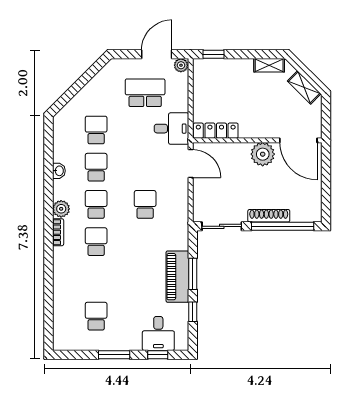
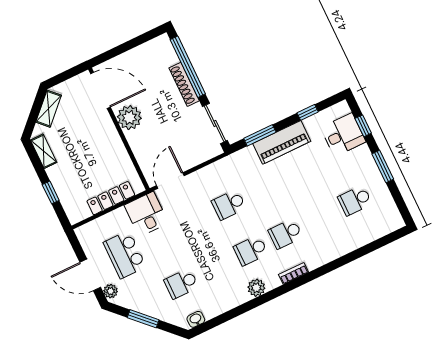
door: (157, 54) -> (90, 275), moved
window: (213, 54) -> (51, 192), moved
plant: (181, 65) -> (111, 291), moved
window: (82, 82) -> (143, 319), added
locker: (216, 131) -> (111, 198), moved, turned 90
door: (298, 140) -> (100, 90), hinge flipped
school desk: (96, 167) -> (216, 267), removed
washbasin: (59, 171) -> (196, 319), moved
plant: (61, 209) -> (256, 288), moved
window: (193, 274) -> (260, 135), moved

